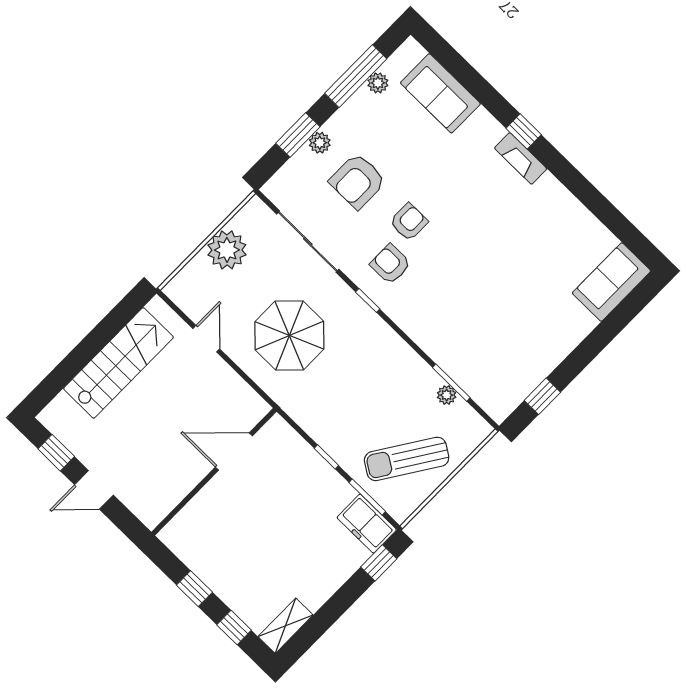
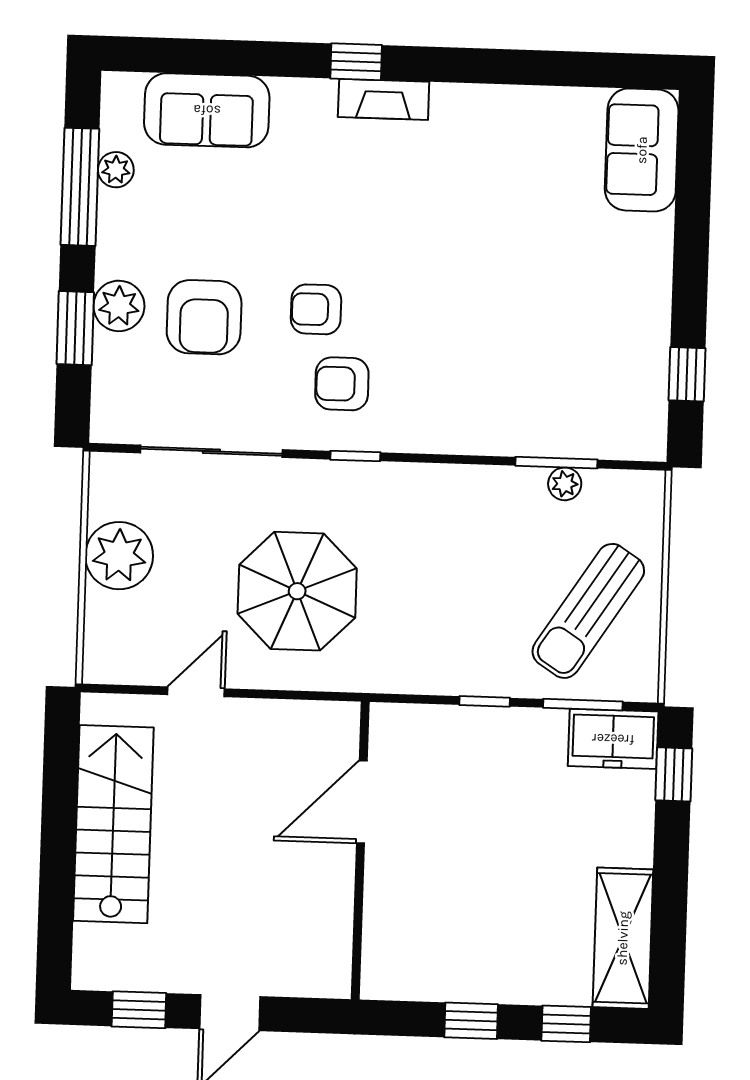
plant: (320, 143) -> (119, 306), width x1.38, depth x1.38
armchair: (409, 222) -> (316, 309), turned -90
door: (206, 339) -> (196, 692), hinge flipped
shelving: (286, 626) -> (623, 938), width x1.50, depth x1.33

